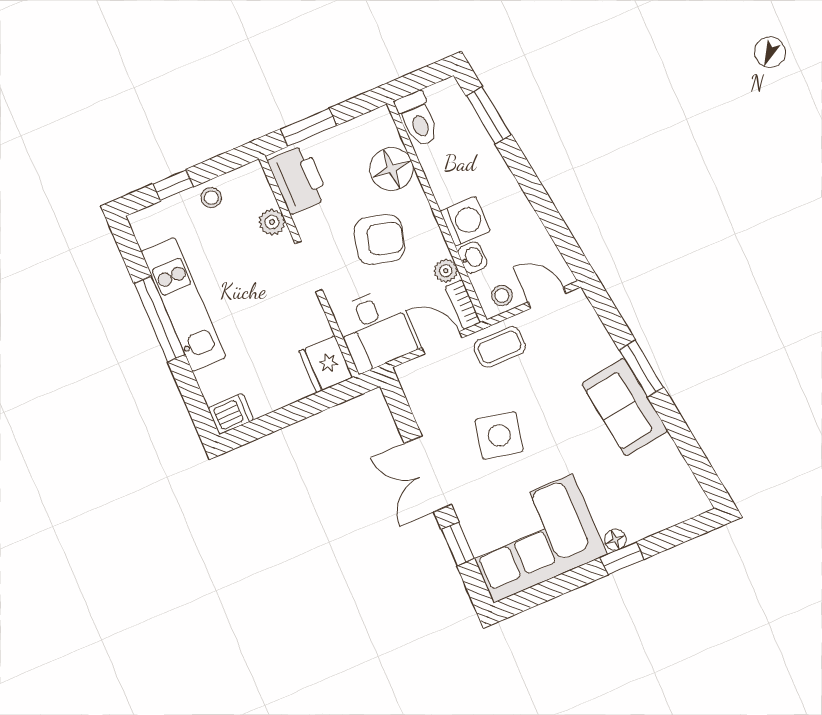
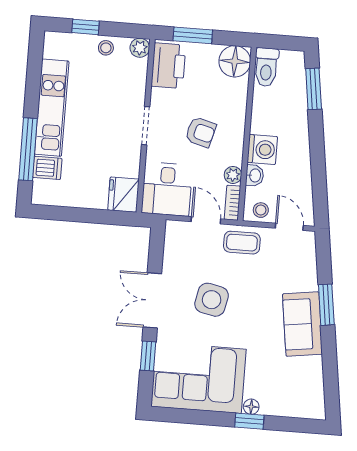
floor lamp: (392, 169) -> (235, 61), moved
plant: (272, 222) -> (140, 48), moved
armchair: (379, 239) -> (201, 132), width x0.72, depth x0.72
window: (160, 319) -> (28, 149), moved
dishwasher: (231, 414) -> (47, 168), moved

